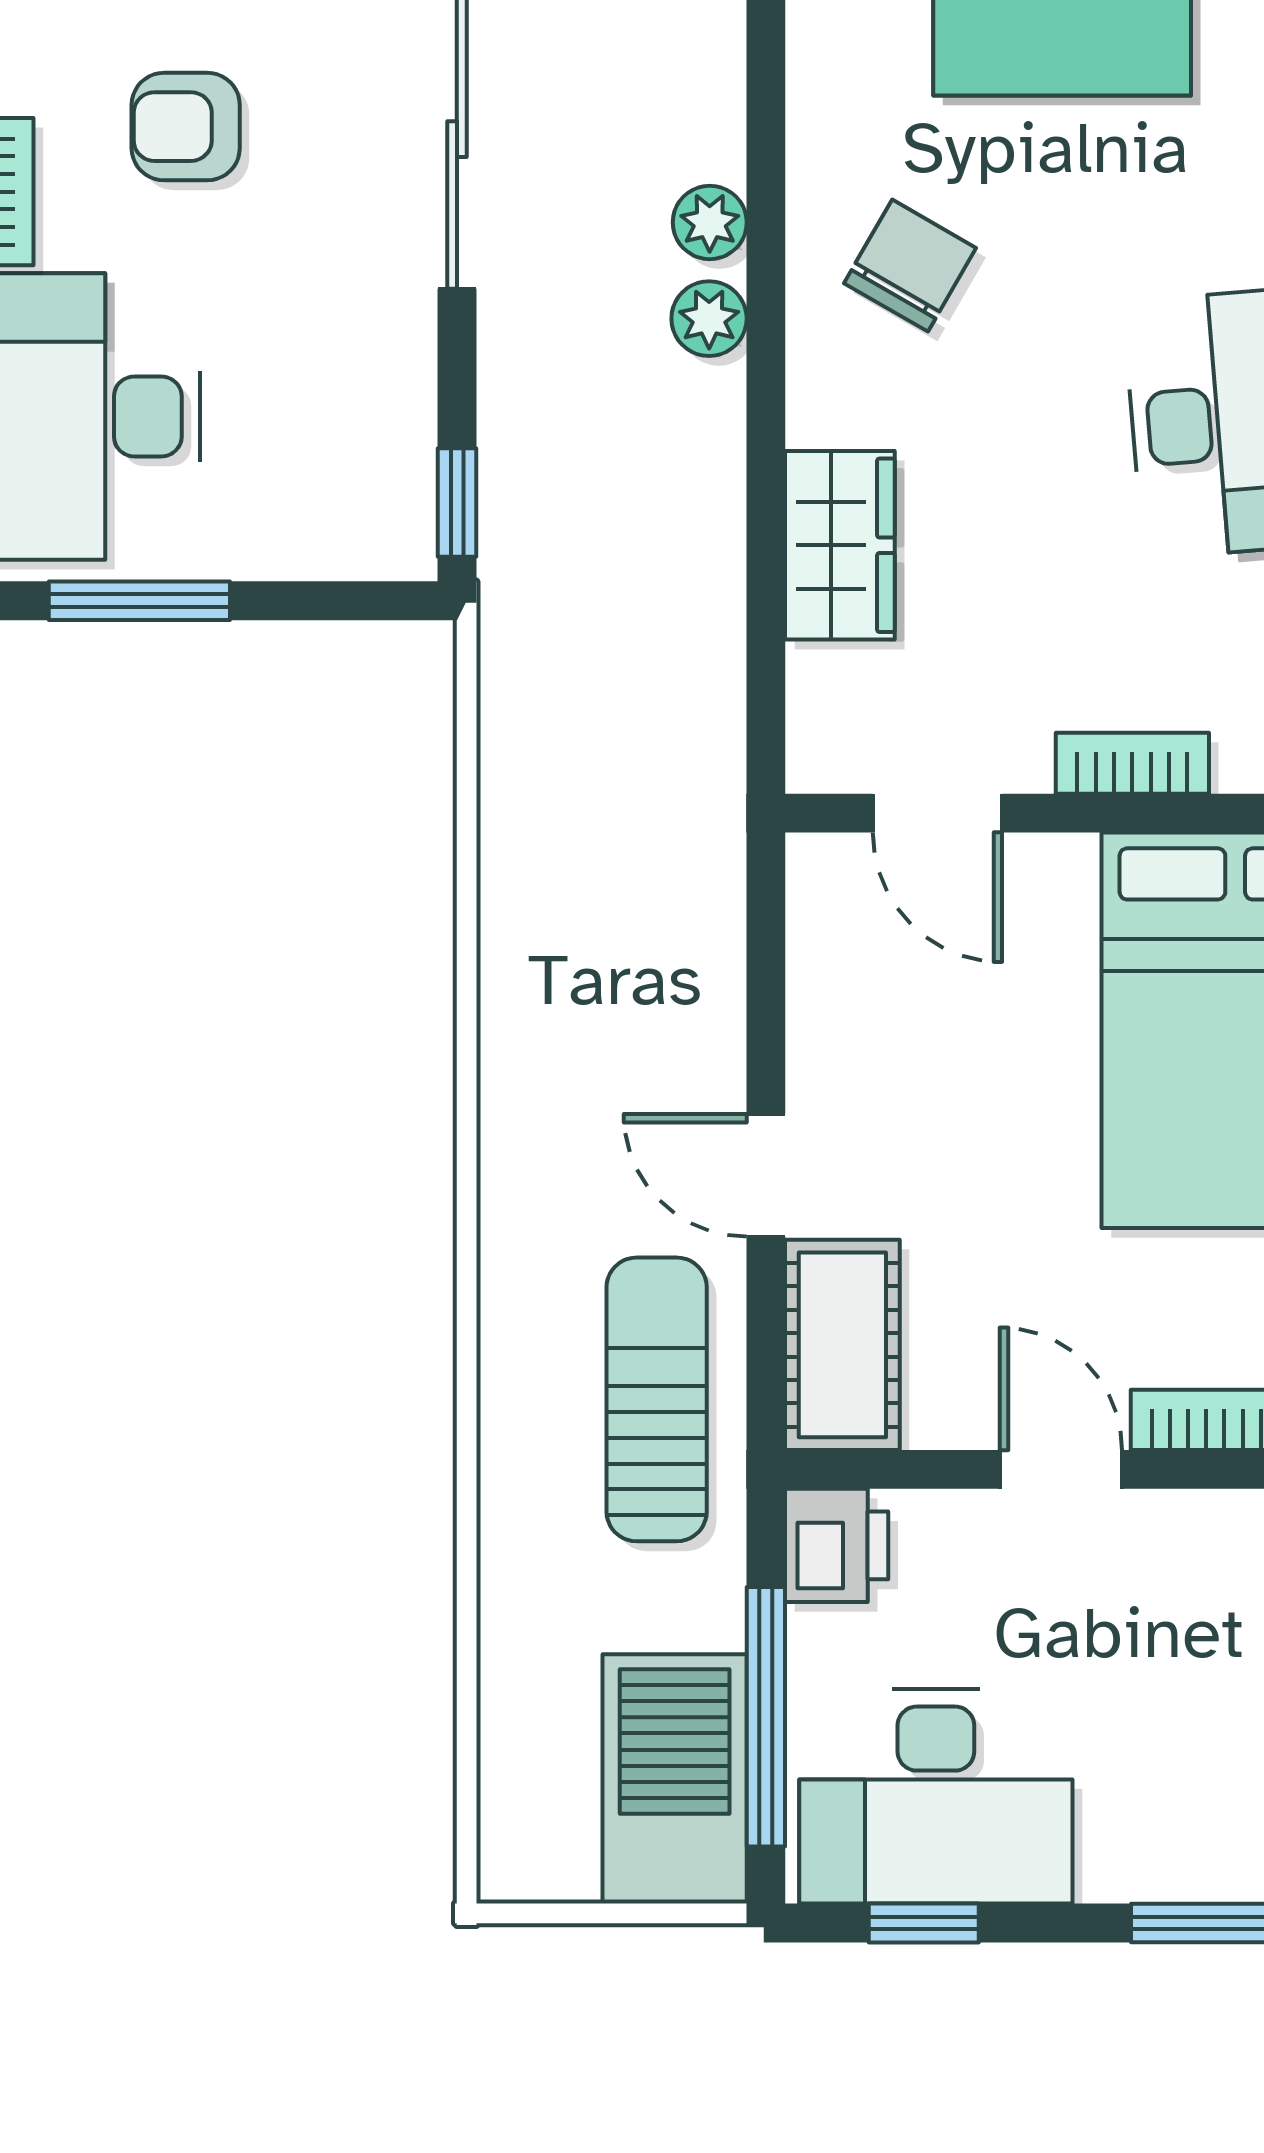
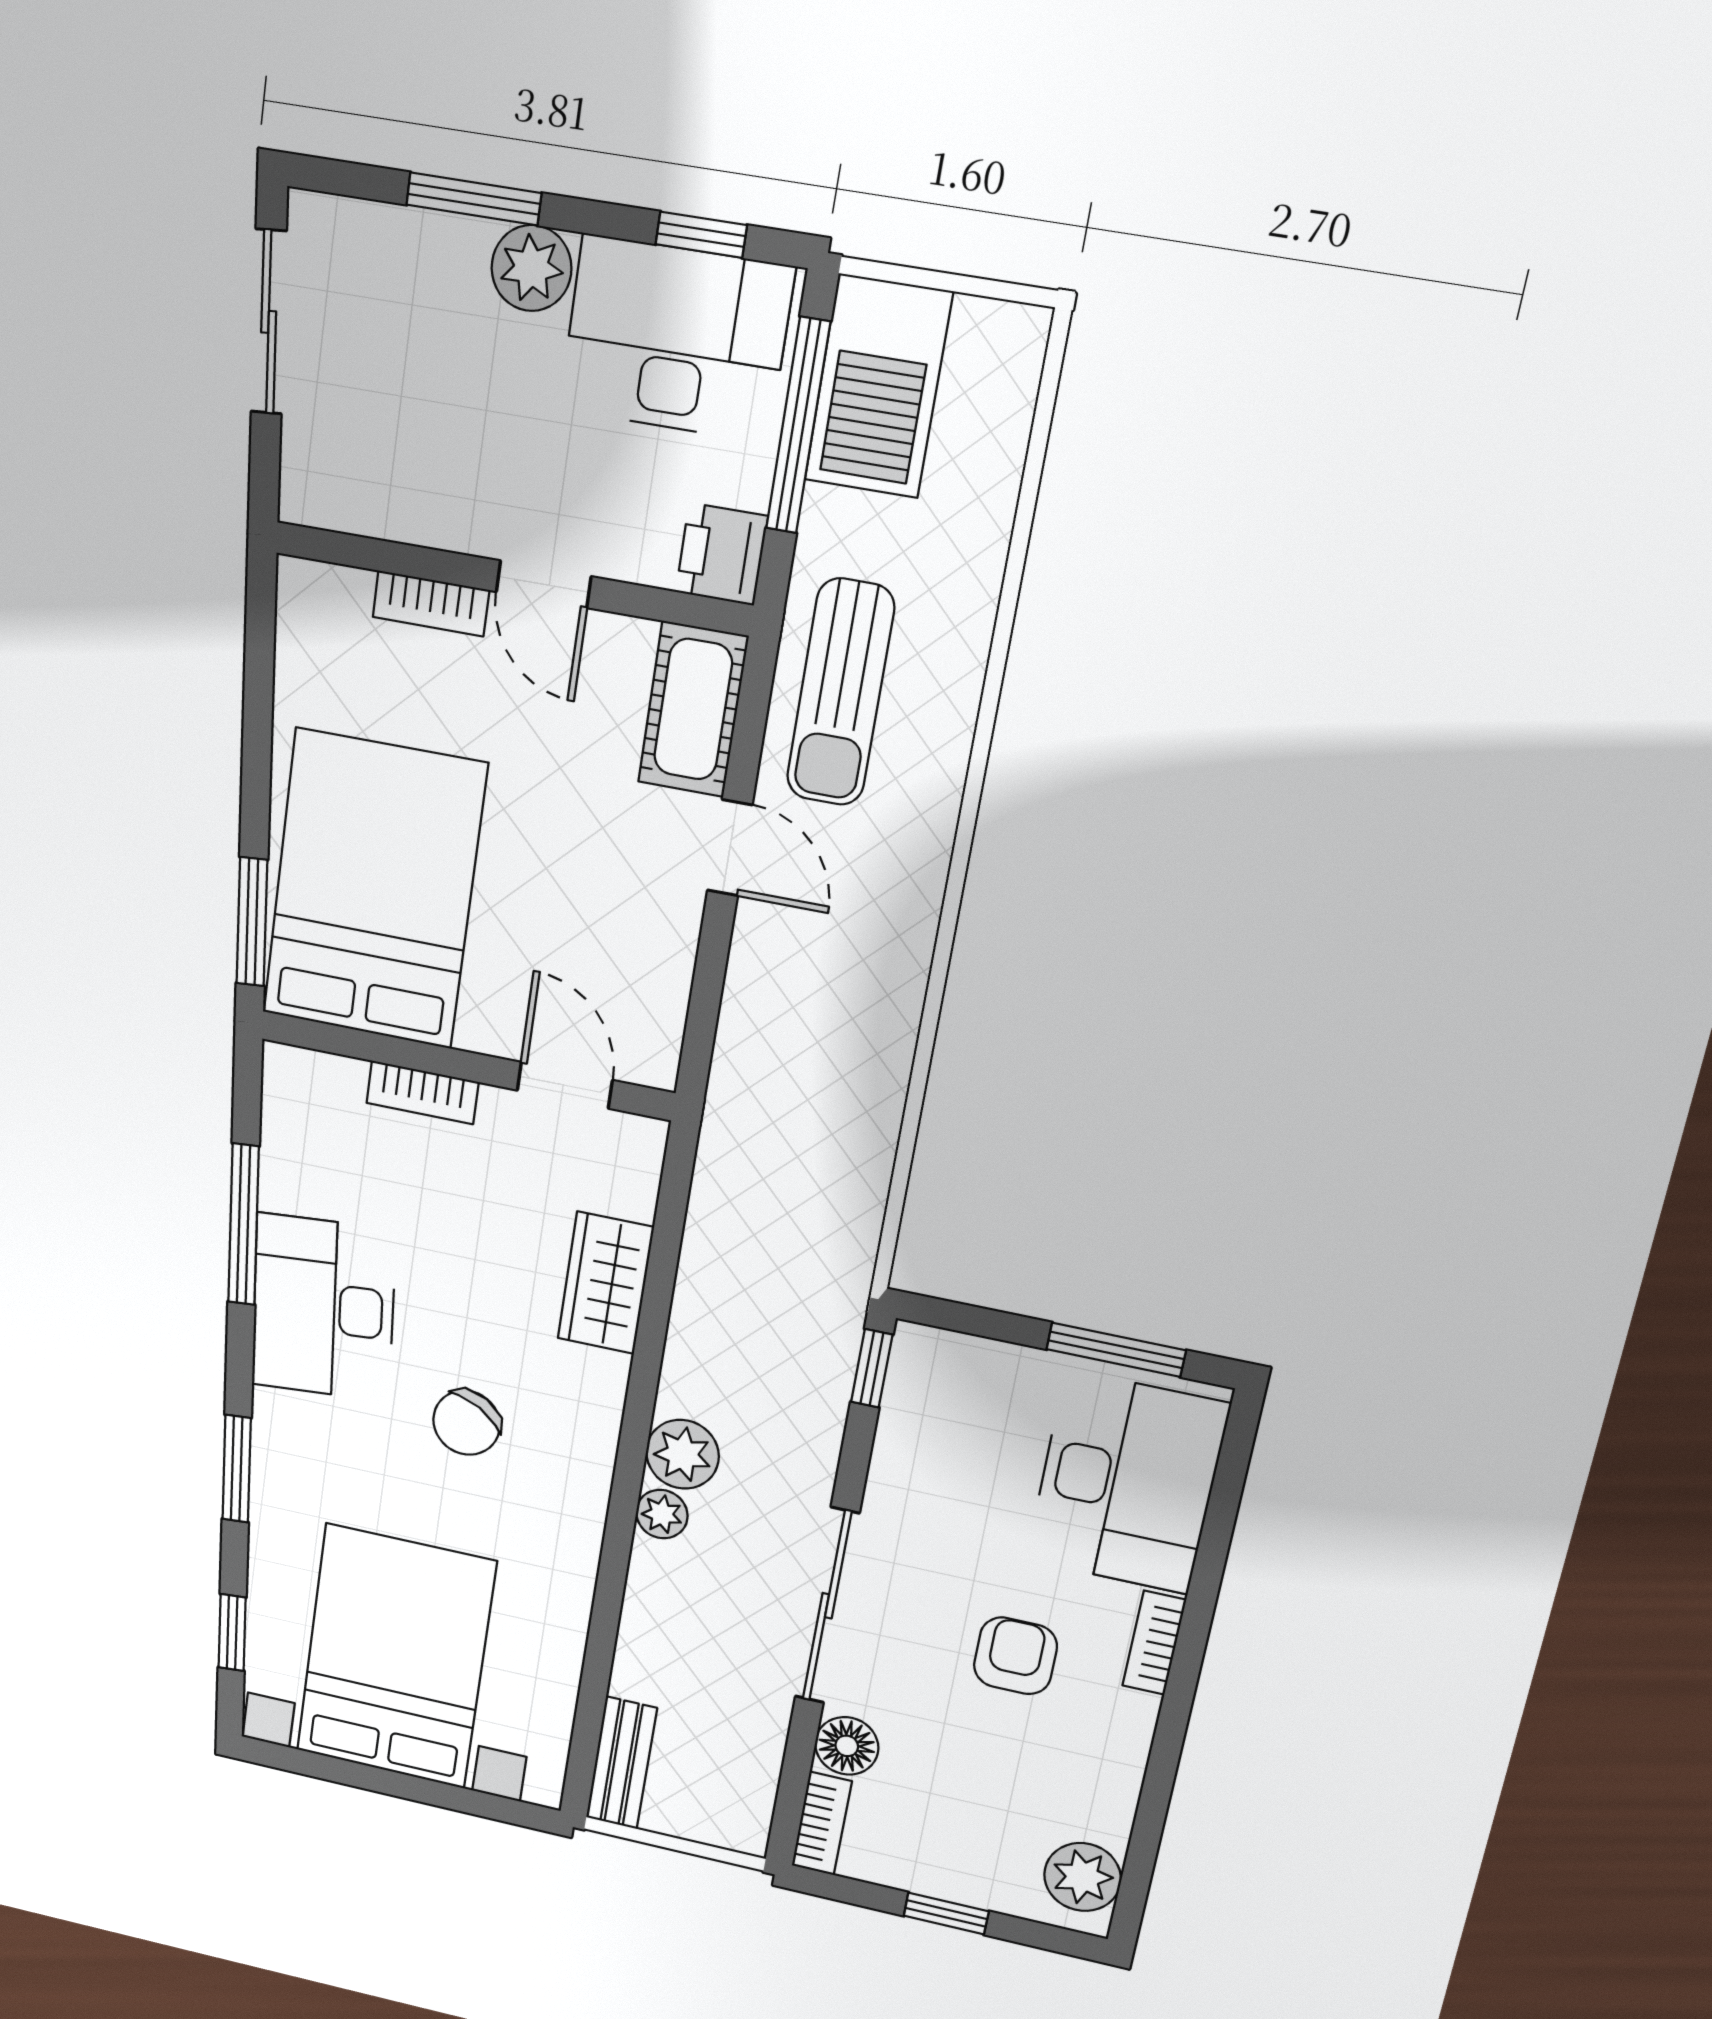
armchair: (186, 127) -> (1015, 1656), turned -90
chair: (910, 266) -> (467, 1423), moved
plant: (709, 319) -> (682, 1454), width x1.38, depth x1.38
plant: (1132, 1852) -> (531, 268), added

